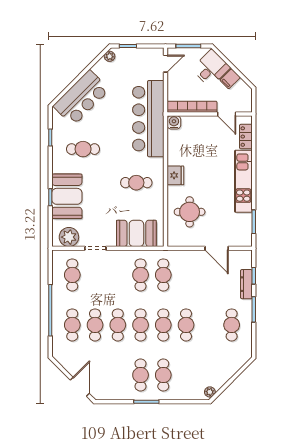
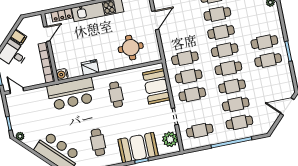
bar counter: (148, 119) -> (71, 94), width x0.73
fridge: (175, 175) -> (90, 68), moved
cafe table: (118, 275) -> (192, 94), added
cafe table: (209, 325) -> (217, 14), added

